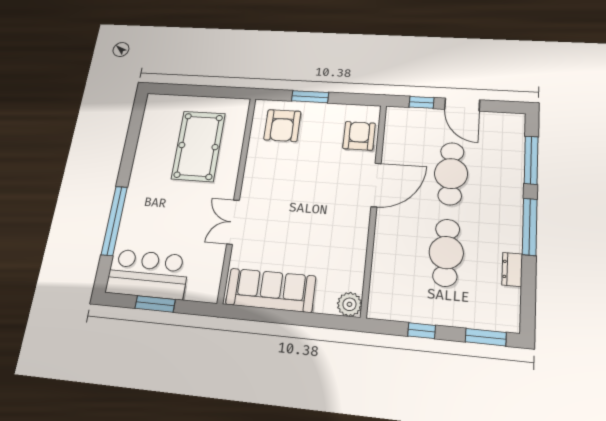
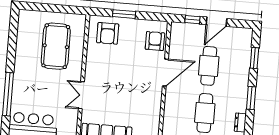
door: (462, 105) -> (217, 22), hinge flipped
window: (531, 160) -> (254, 58), width x0.69
window: (530, 227) -> (251, 98), width x0.69

